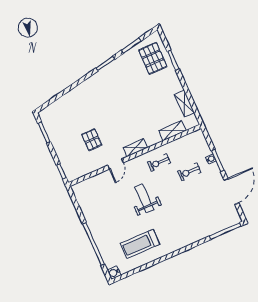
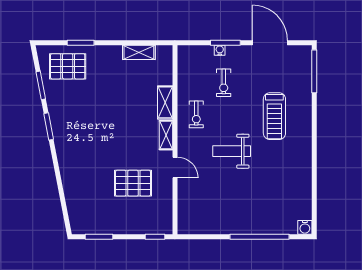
shelving: (172, 131) -> (165, 102), moved
pallet: (92, 140) -> (133, 183), width x1.50, depth x1.42
treadmill: (140, 244) -> (274, 116), moved

